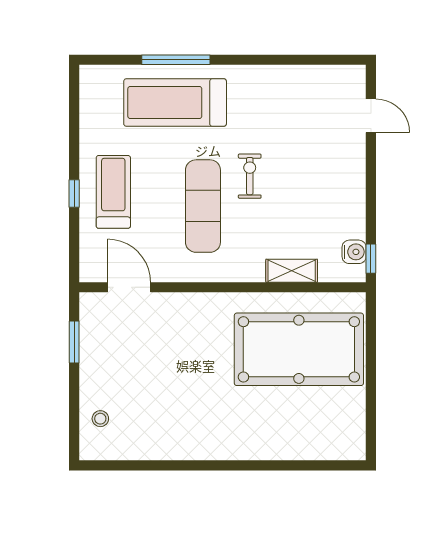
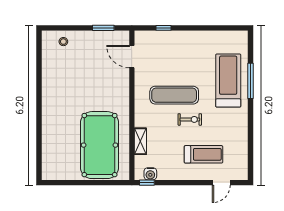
treadmill: (113, 192) -> (204, 154), moved
window: (74, 193) -> (163, 28), moved
door: (129, 287) -> (132, 57), swing flipped

